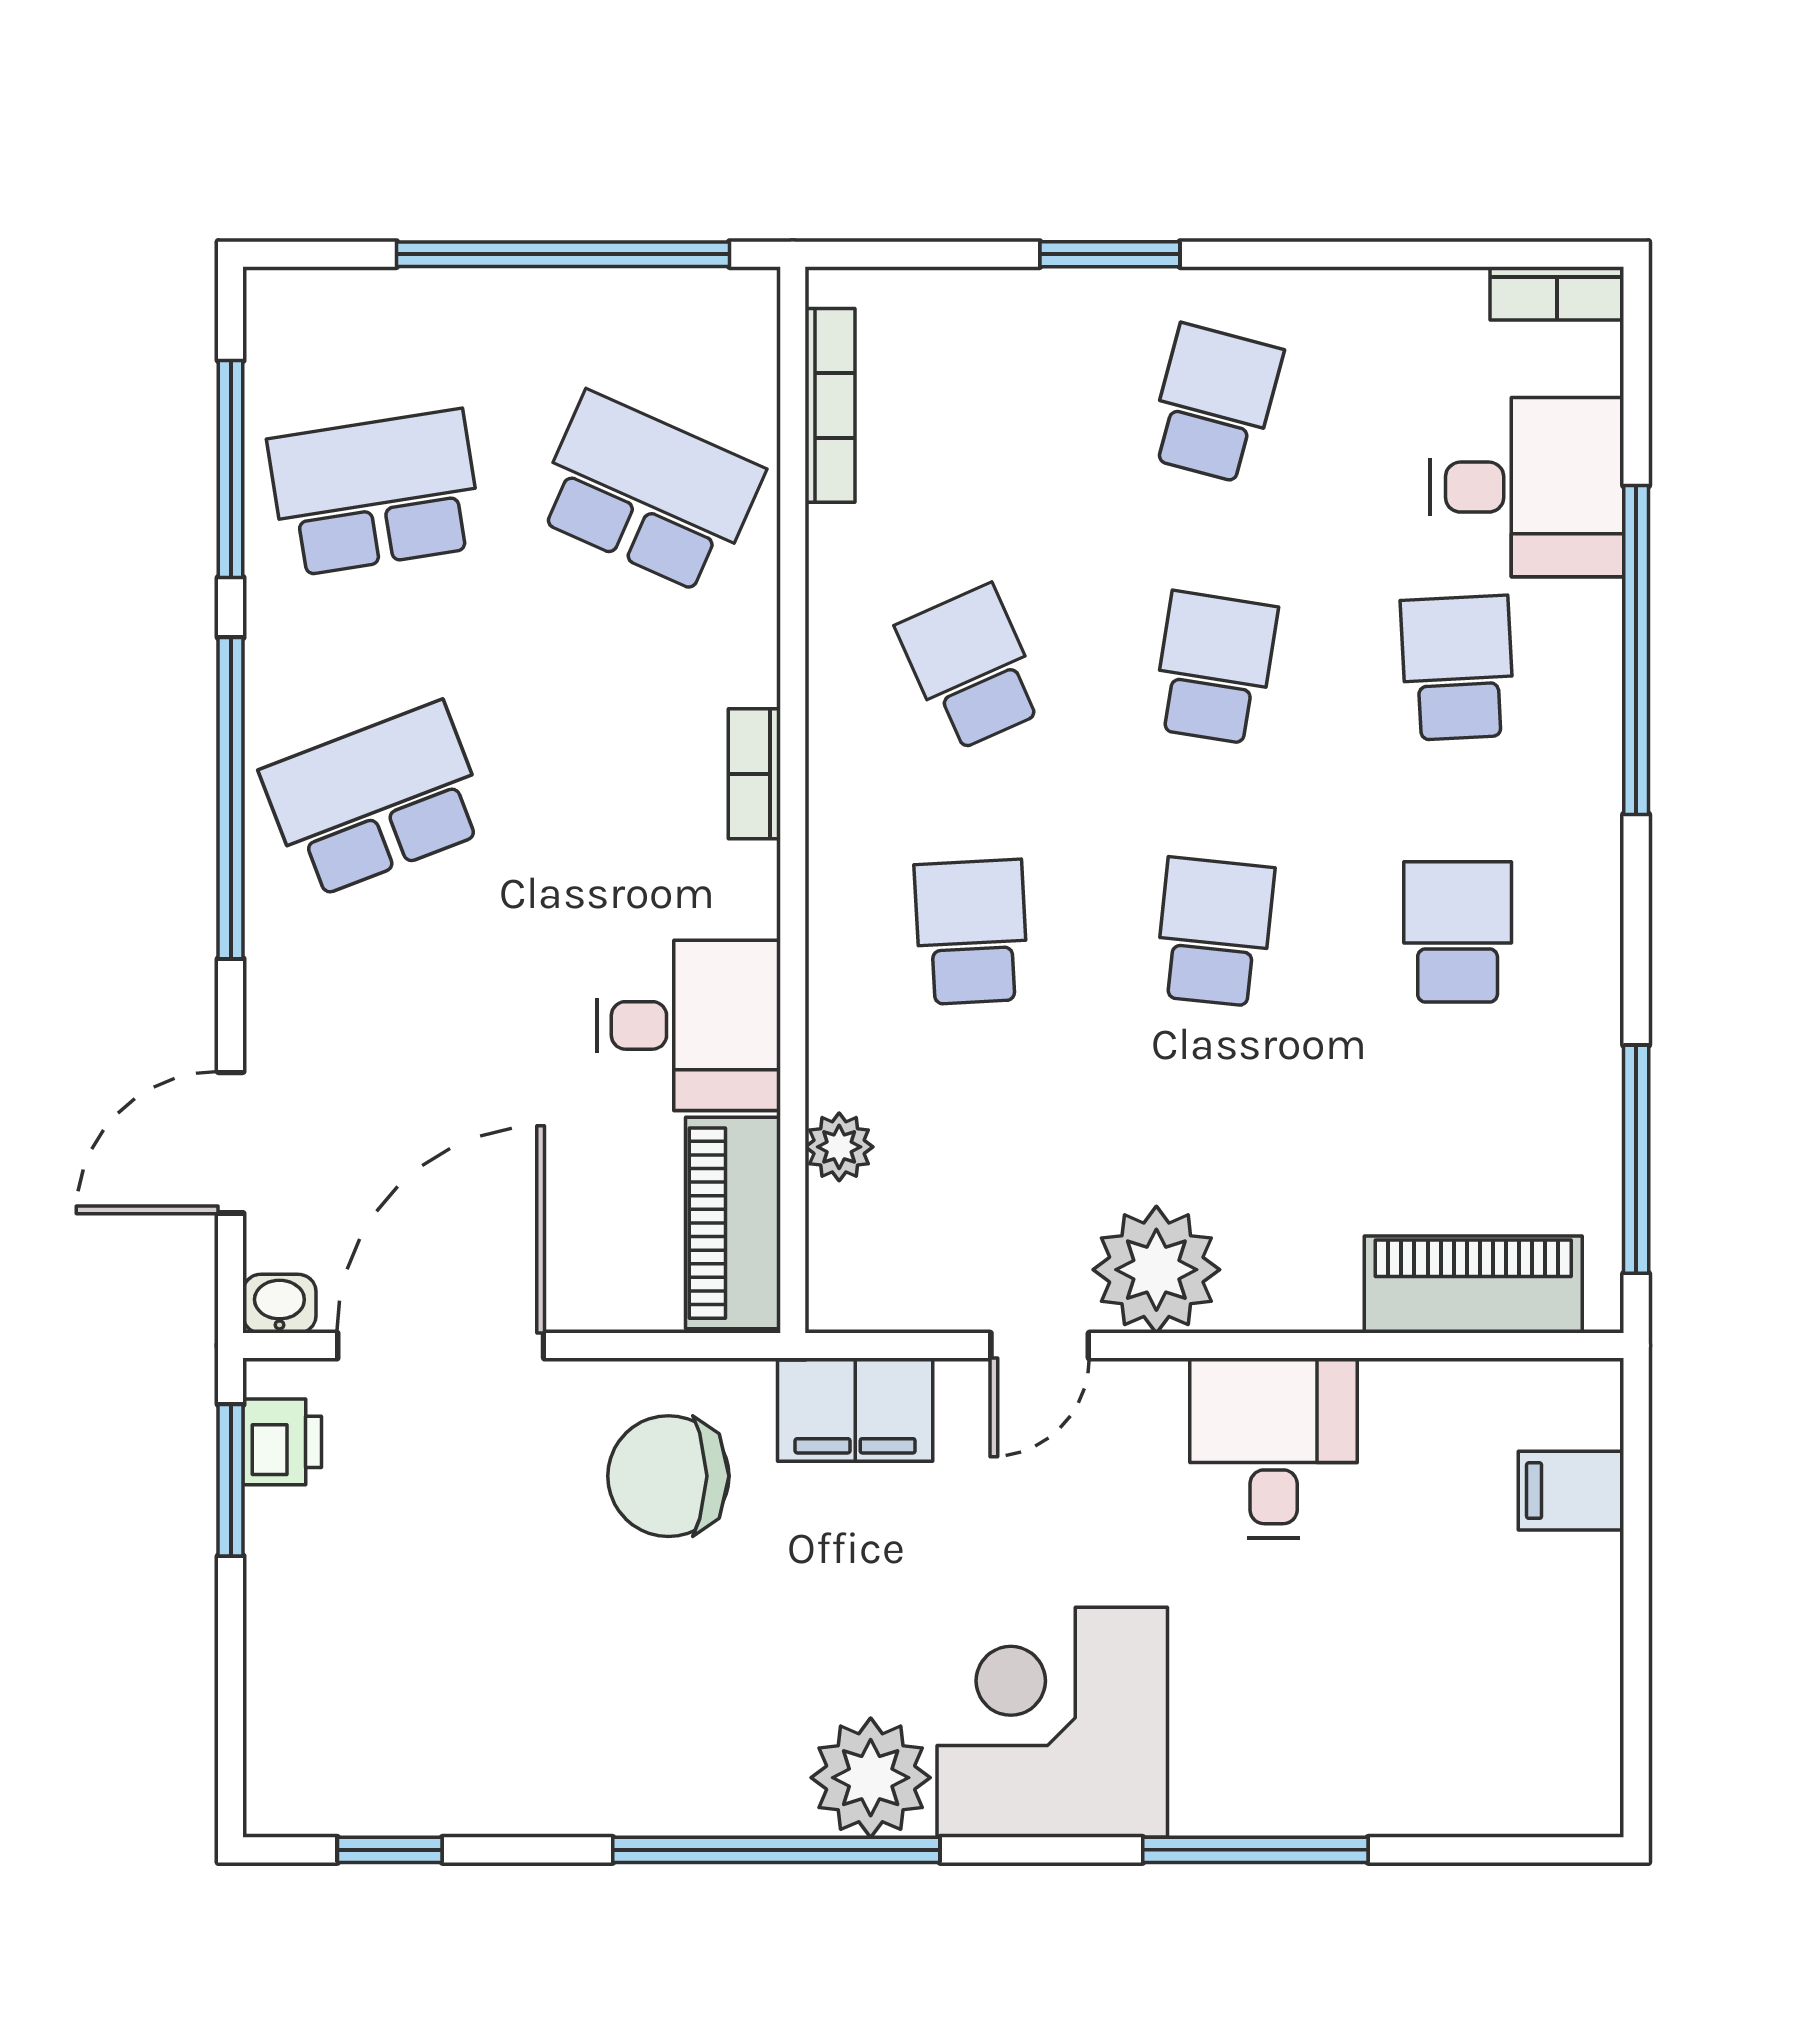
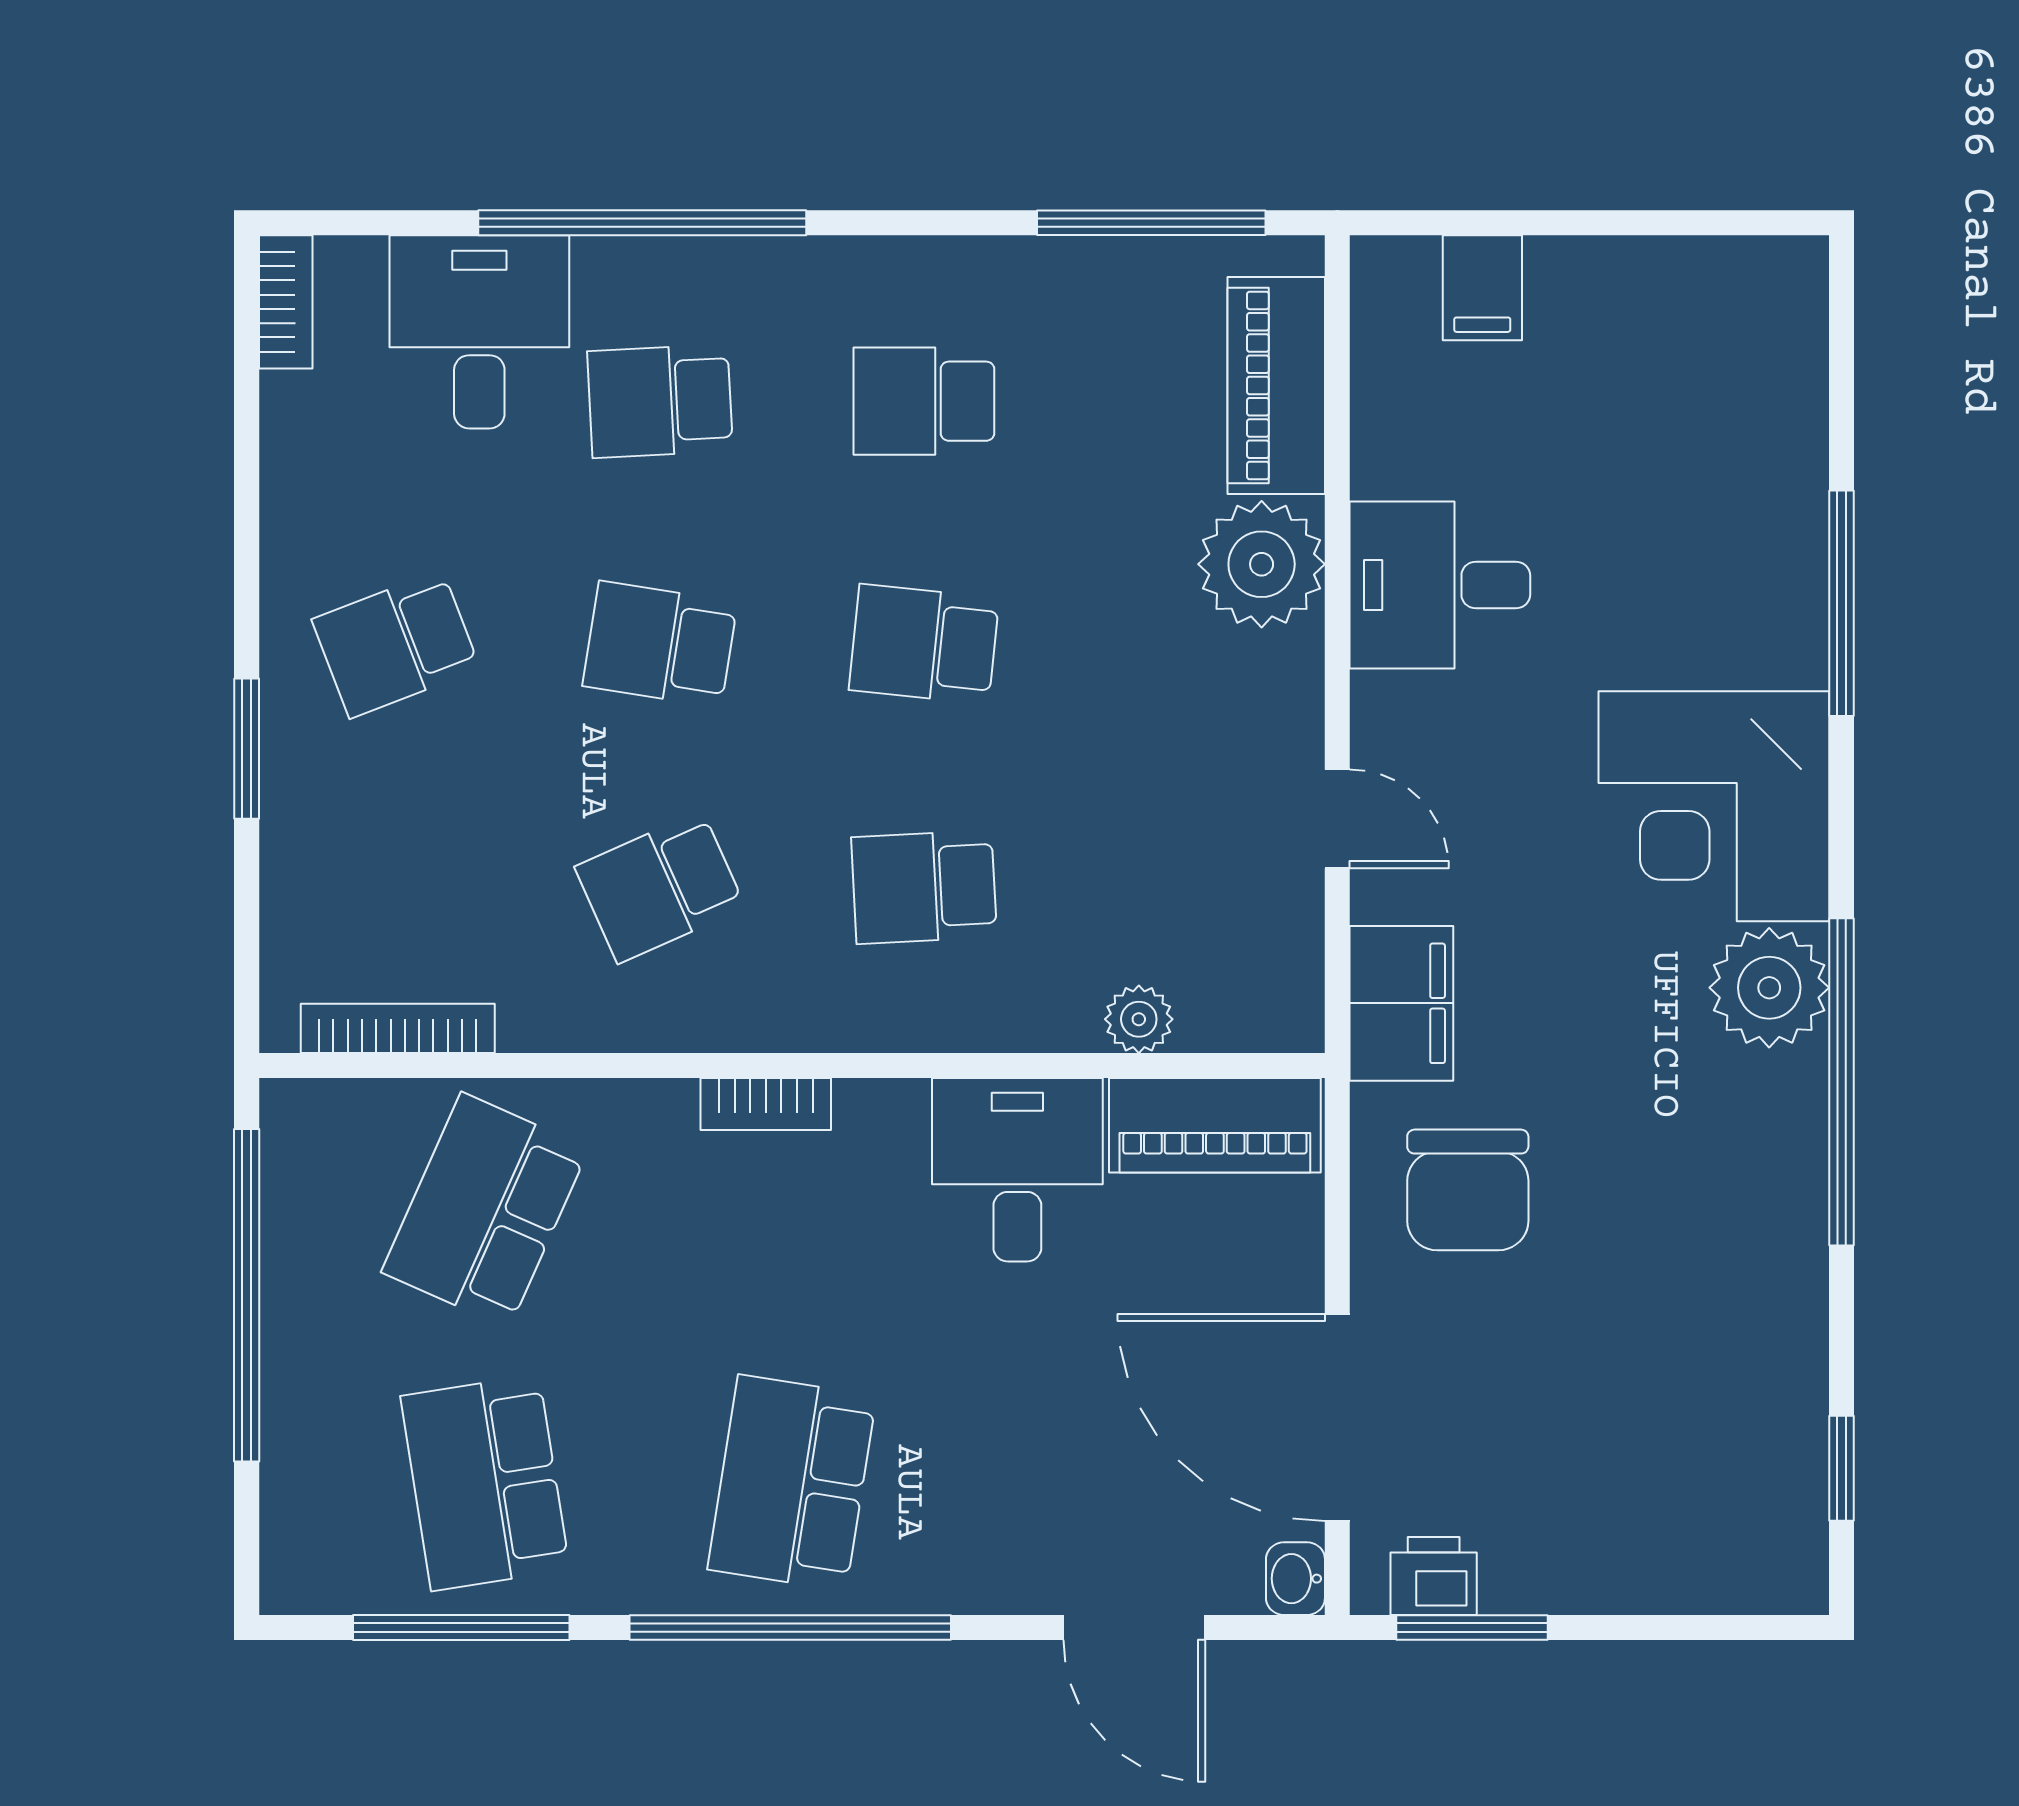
school desk: (1214, 404) -> (396, 644), turned -36
school desk: (375, 800) -> (792, 1483), turned 30
plant: (1156, 1270) -> (1262, 564), moved

